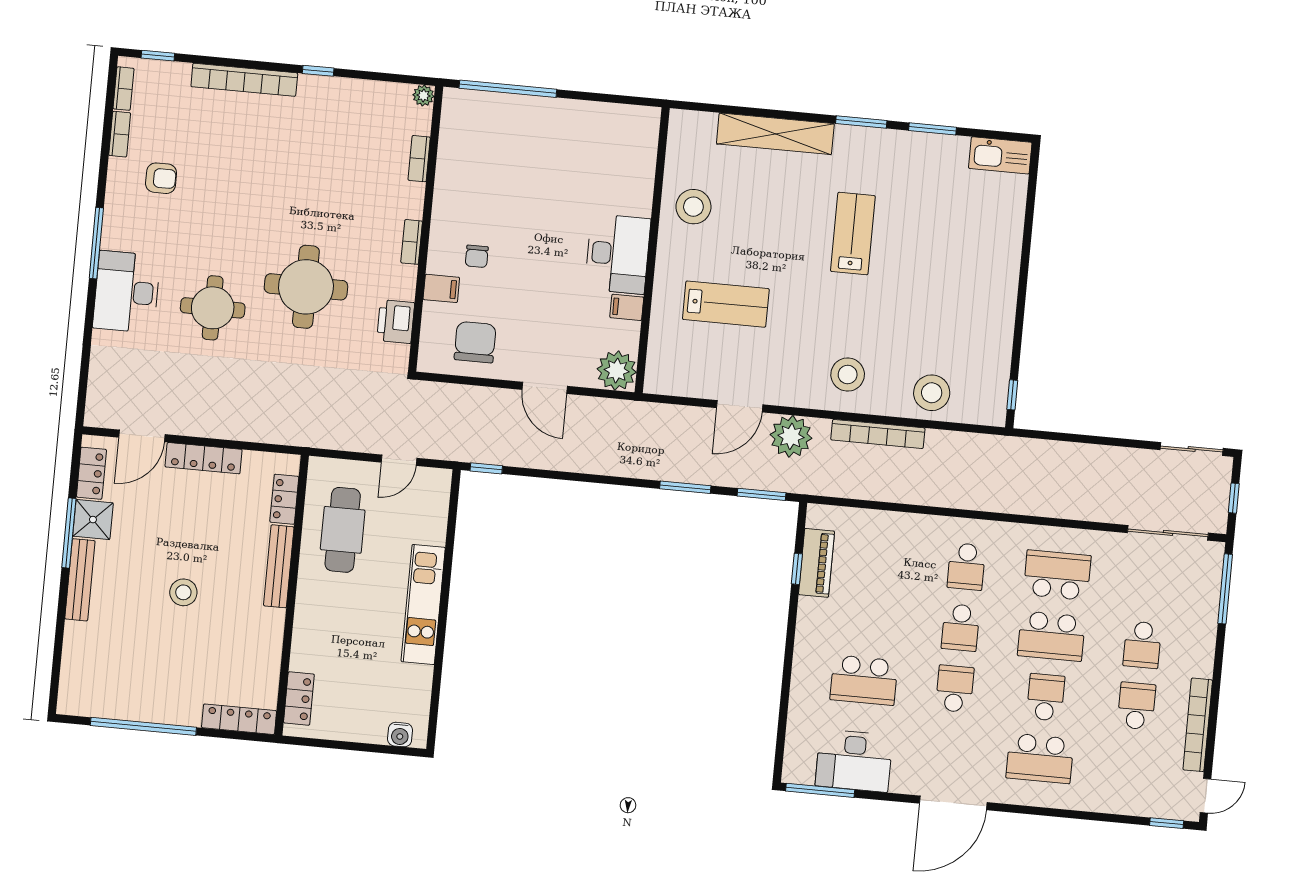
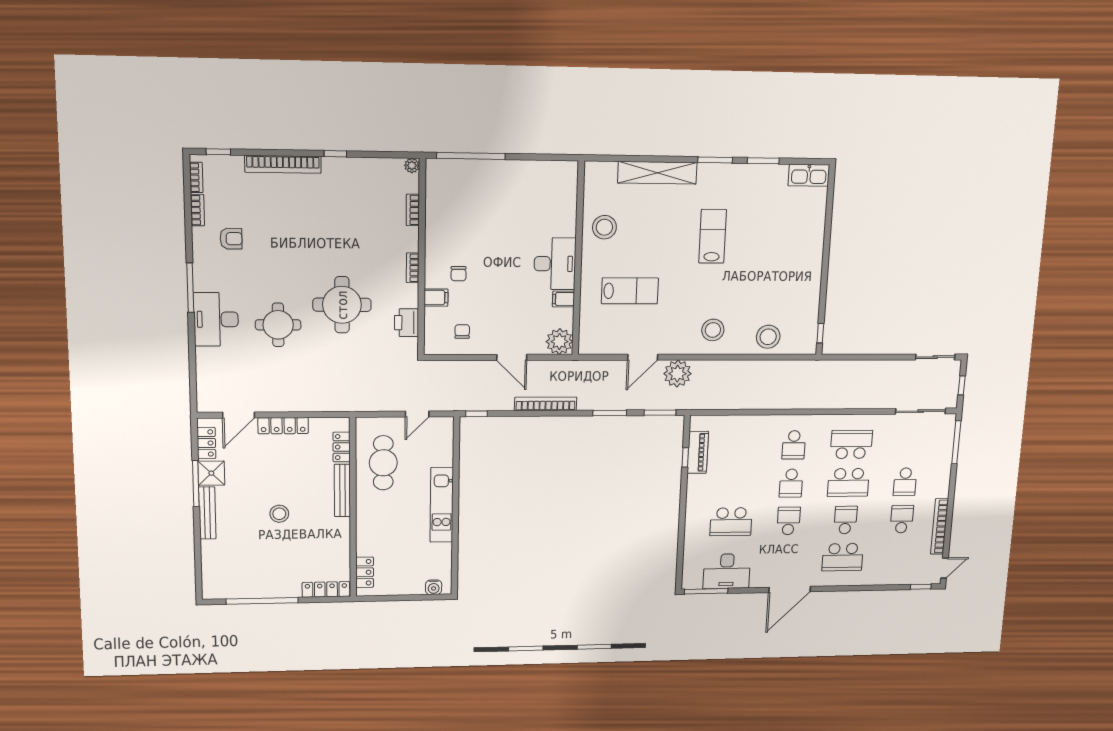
chair: (475, 342) -> (462, 331), width x0.54, depth x0.54
bookcase: (878, 434) -> (546, 404), moved, turned 180

